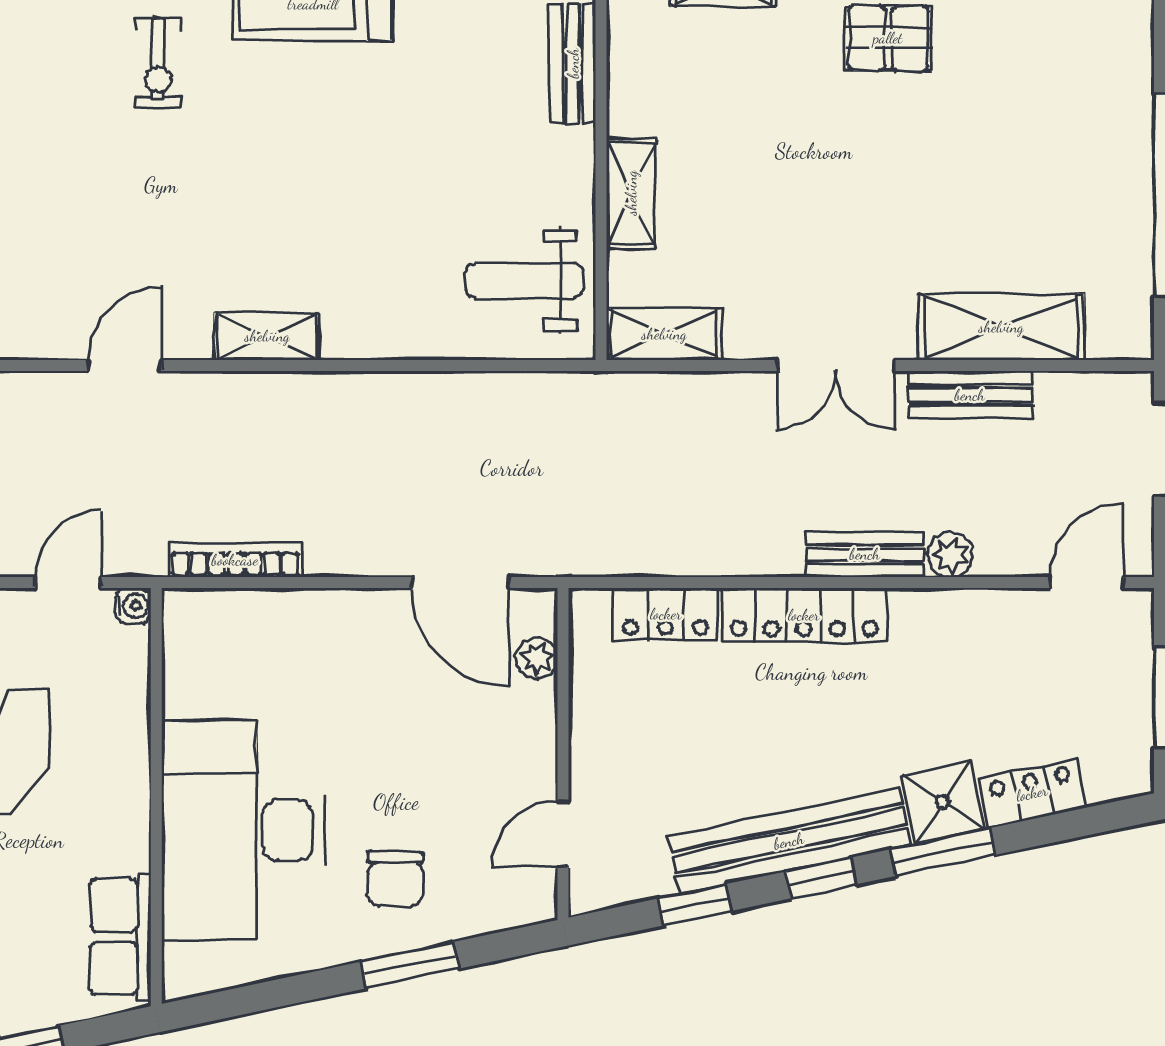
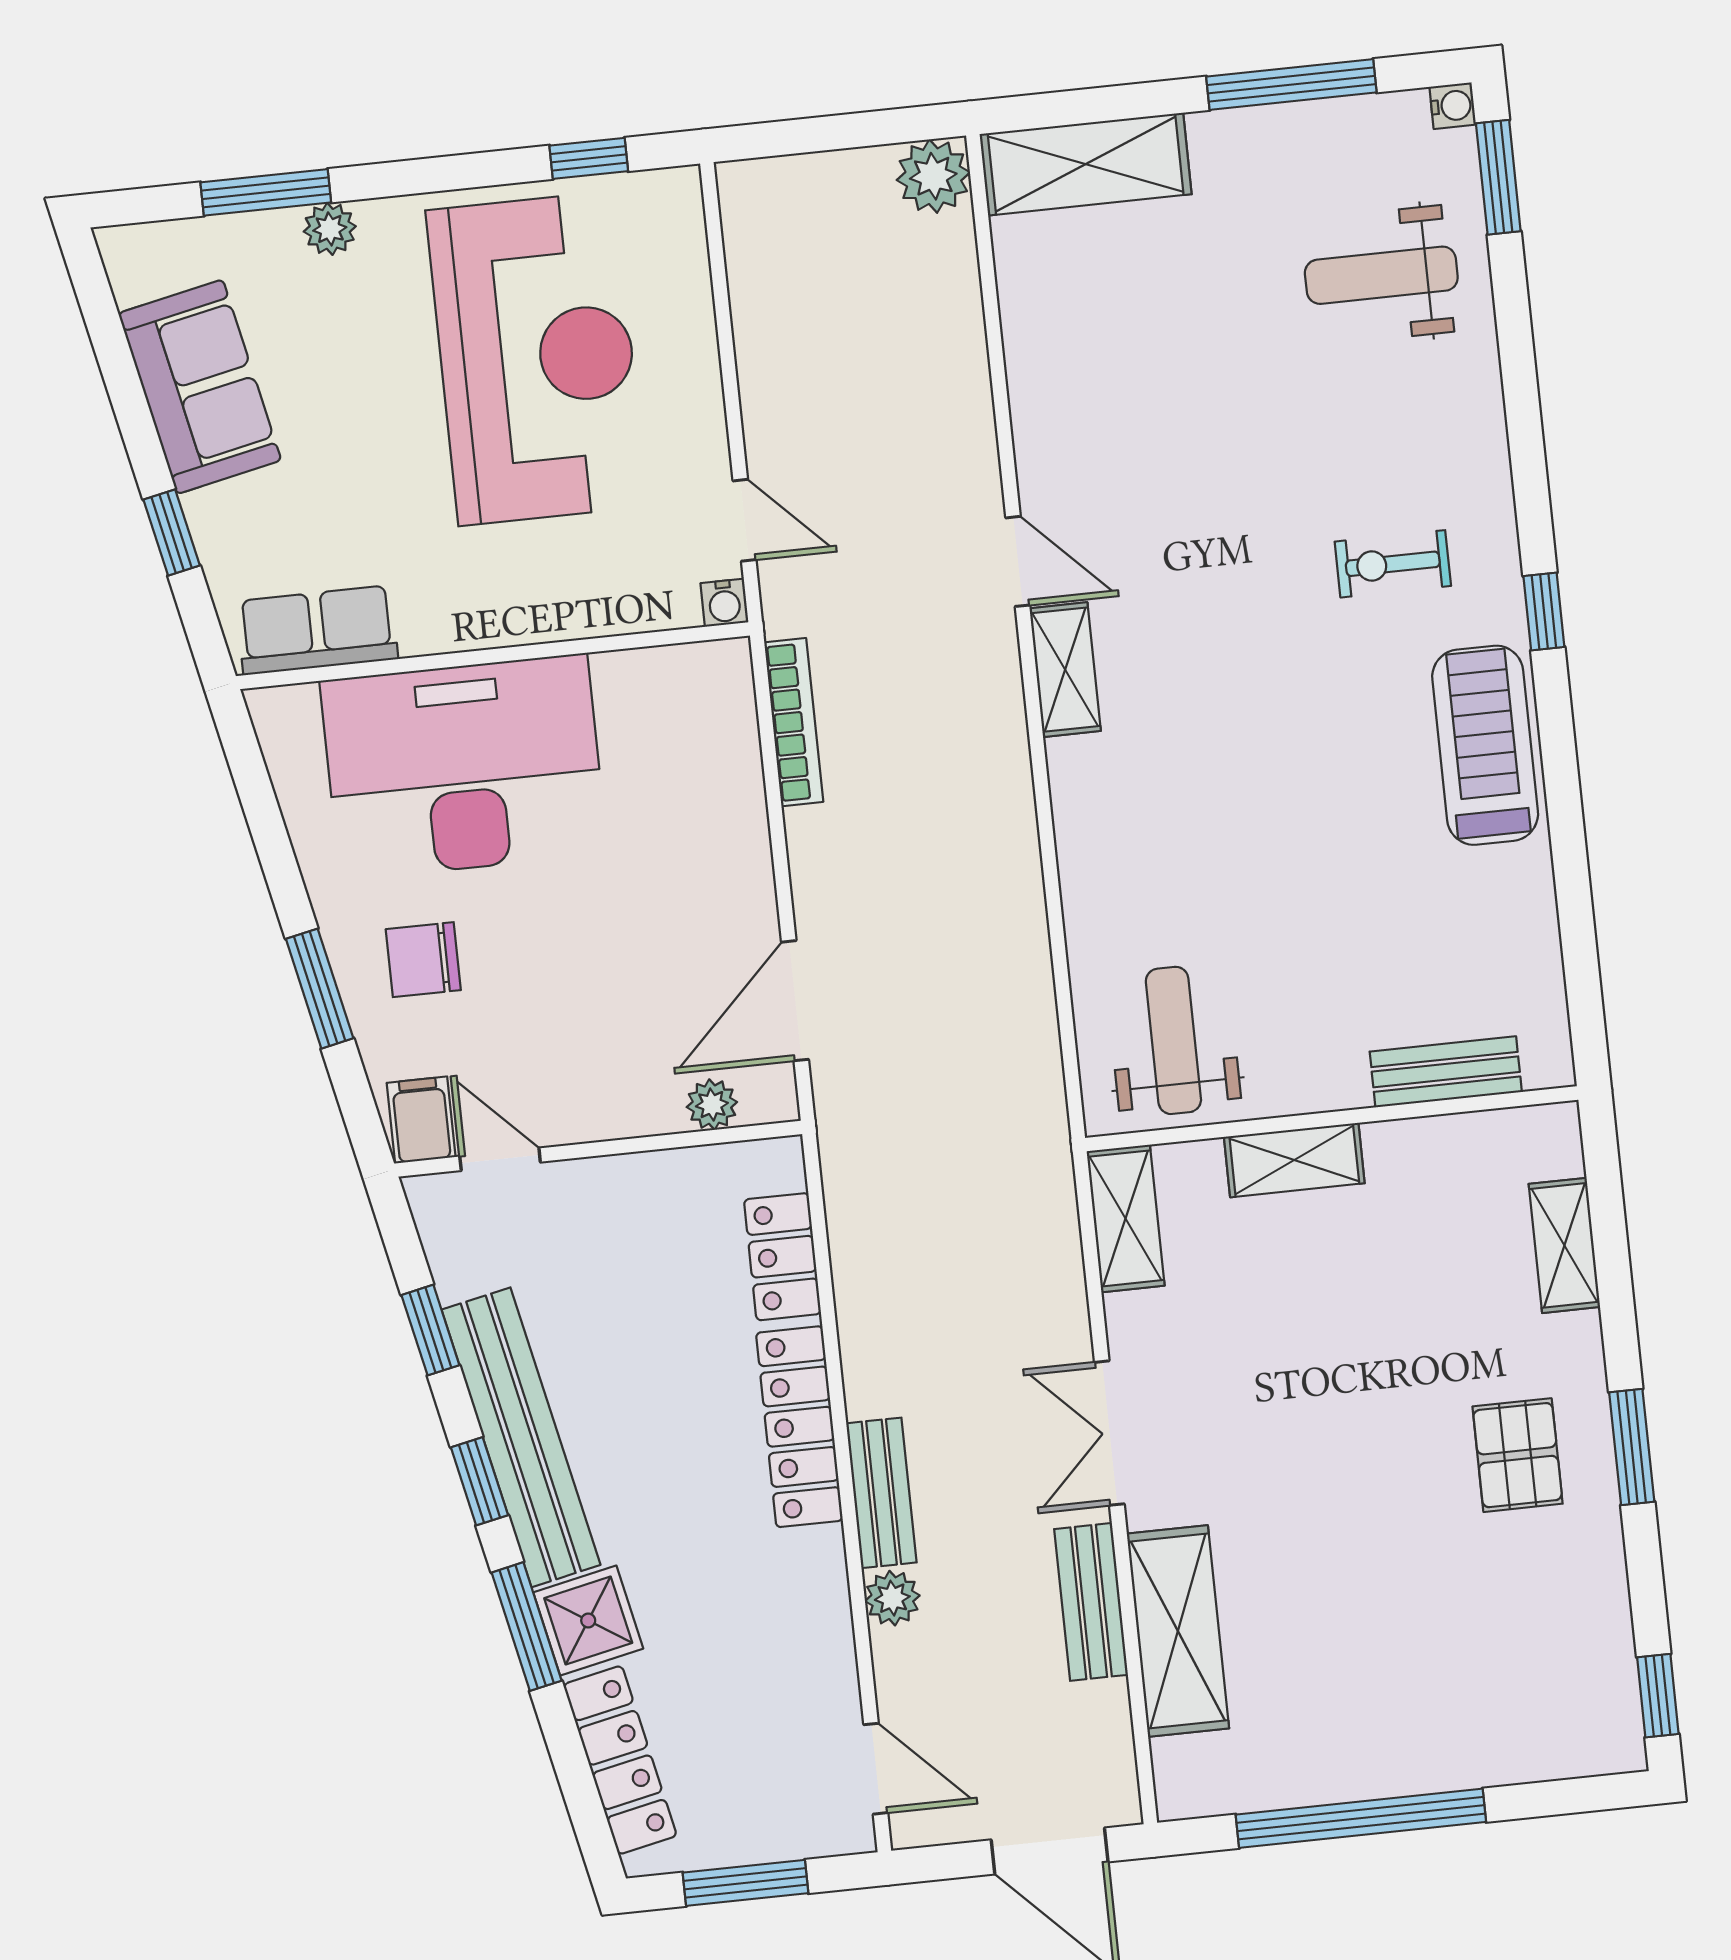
shelving: (267, 336) -> (1065, 670), moved
locker: (1032, 793) -> (620, 1760), width x1.53
filing cabinet: (525, 894) -> (421, 1120), added

